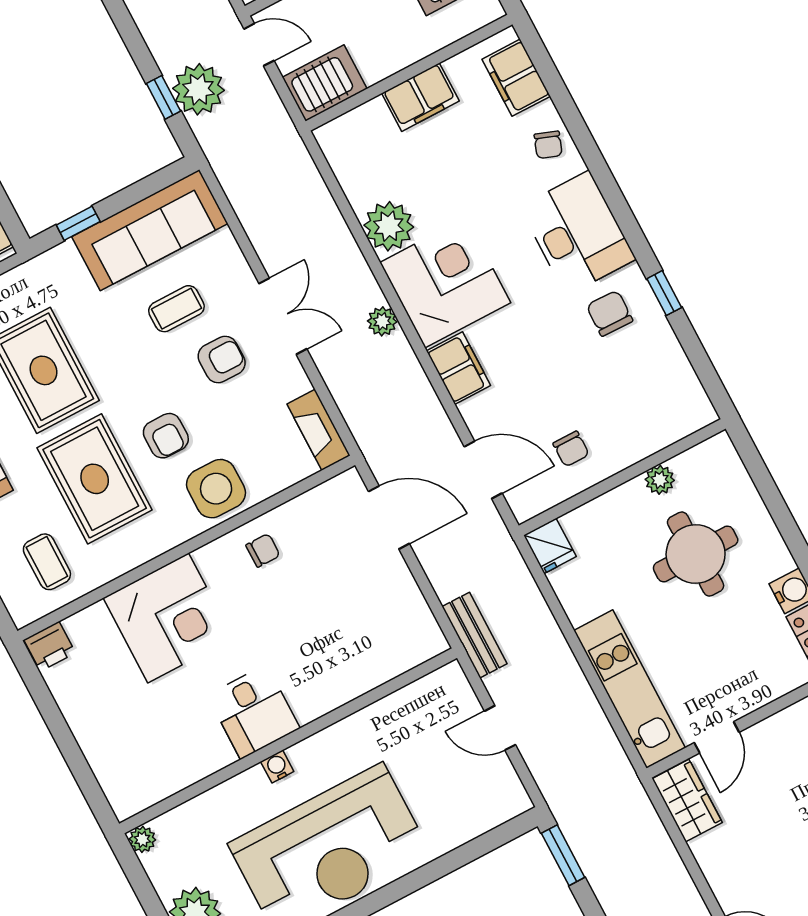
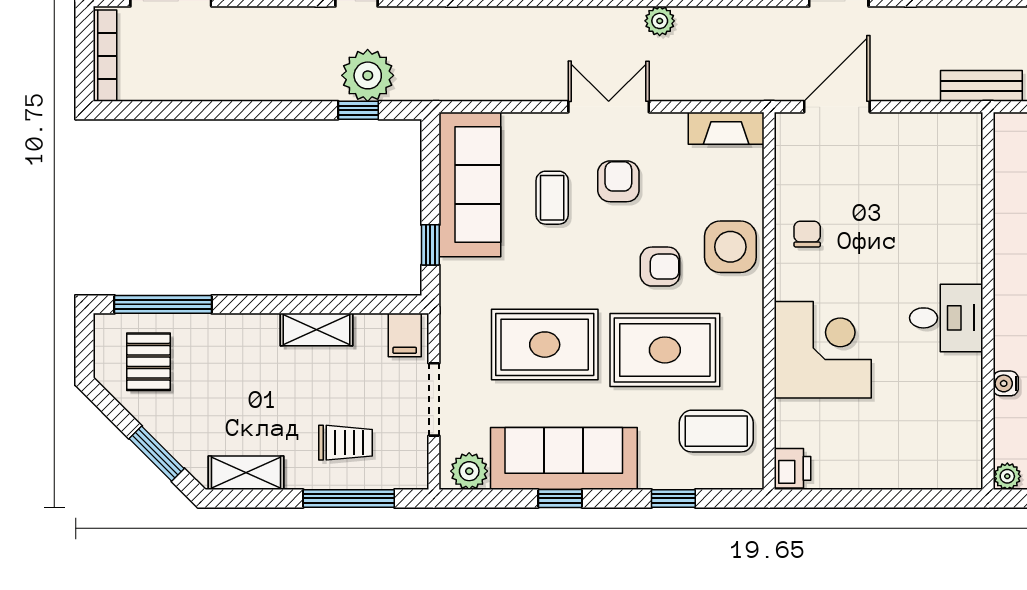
coffee table: (47, 562) -> (716, 431), width x1.36, depth x1.30
water cooler: (277, 766) -> (1006, 383), moved

